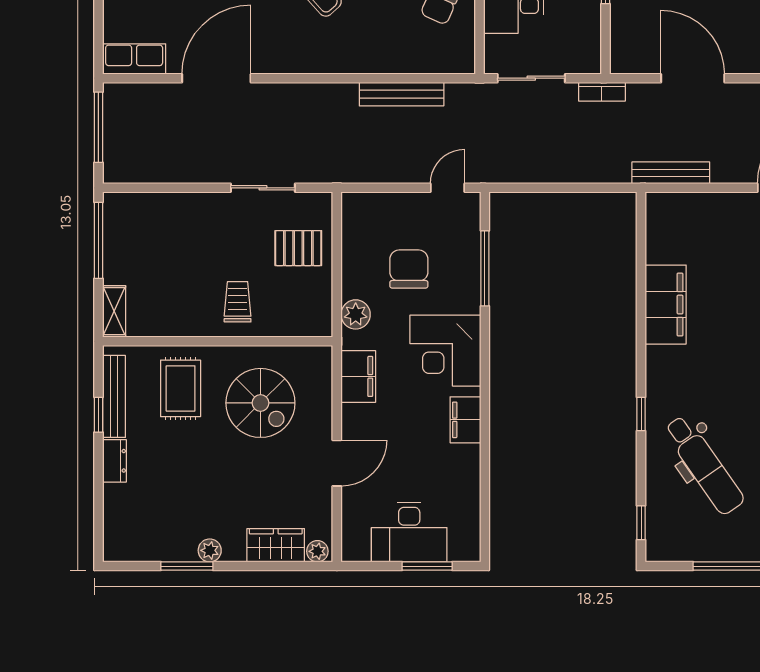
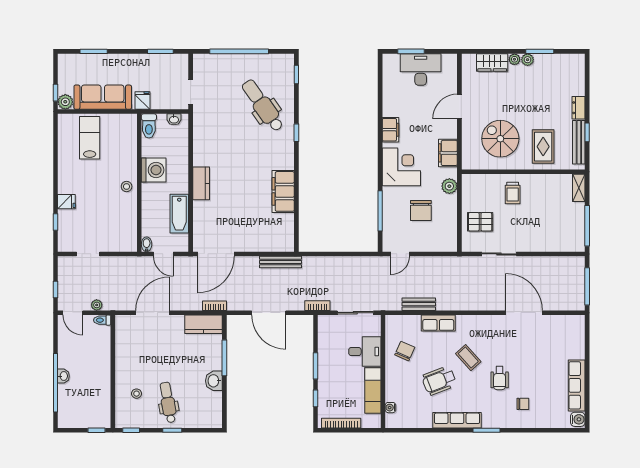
row of seats: (134, 59) -> (438, 323), moved
door: (216, 78) -> (524, 313), swing flipped
bench: (402, 94) -> (419, 304), width x0.73
plant: (317, 551) -> (514, 59), moved

